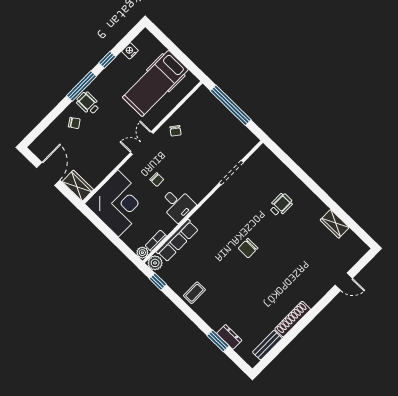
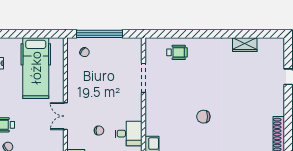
chair: (175, 131) -> (85, 52), moved
wheelchair: (281, 205) -> (177, 52), moved, turned 90
chair: (248, 248) -> (203, 117), turned 90

